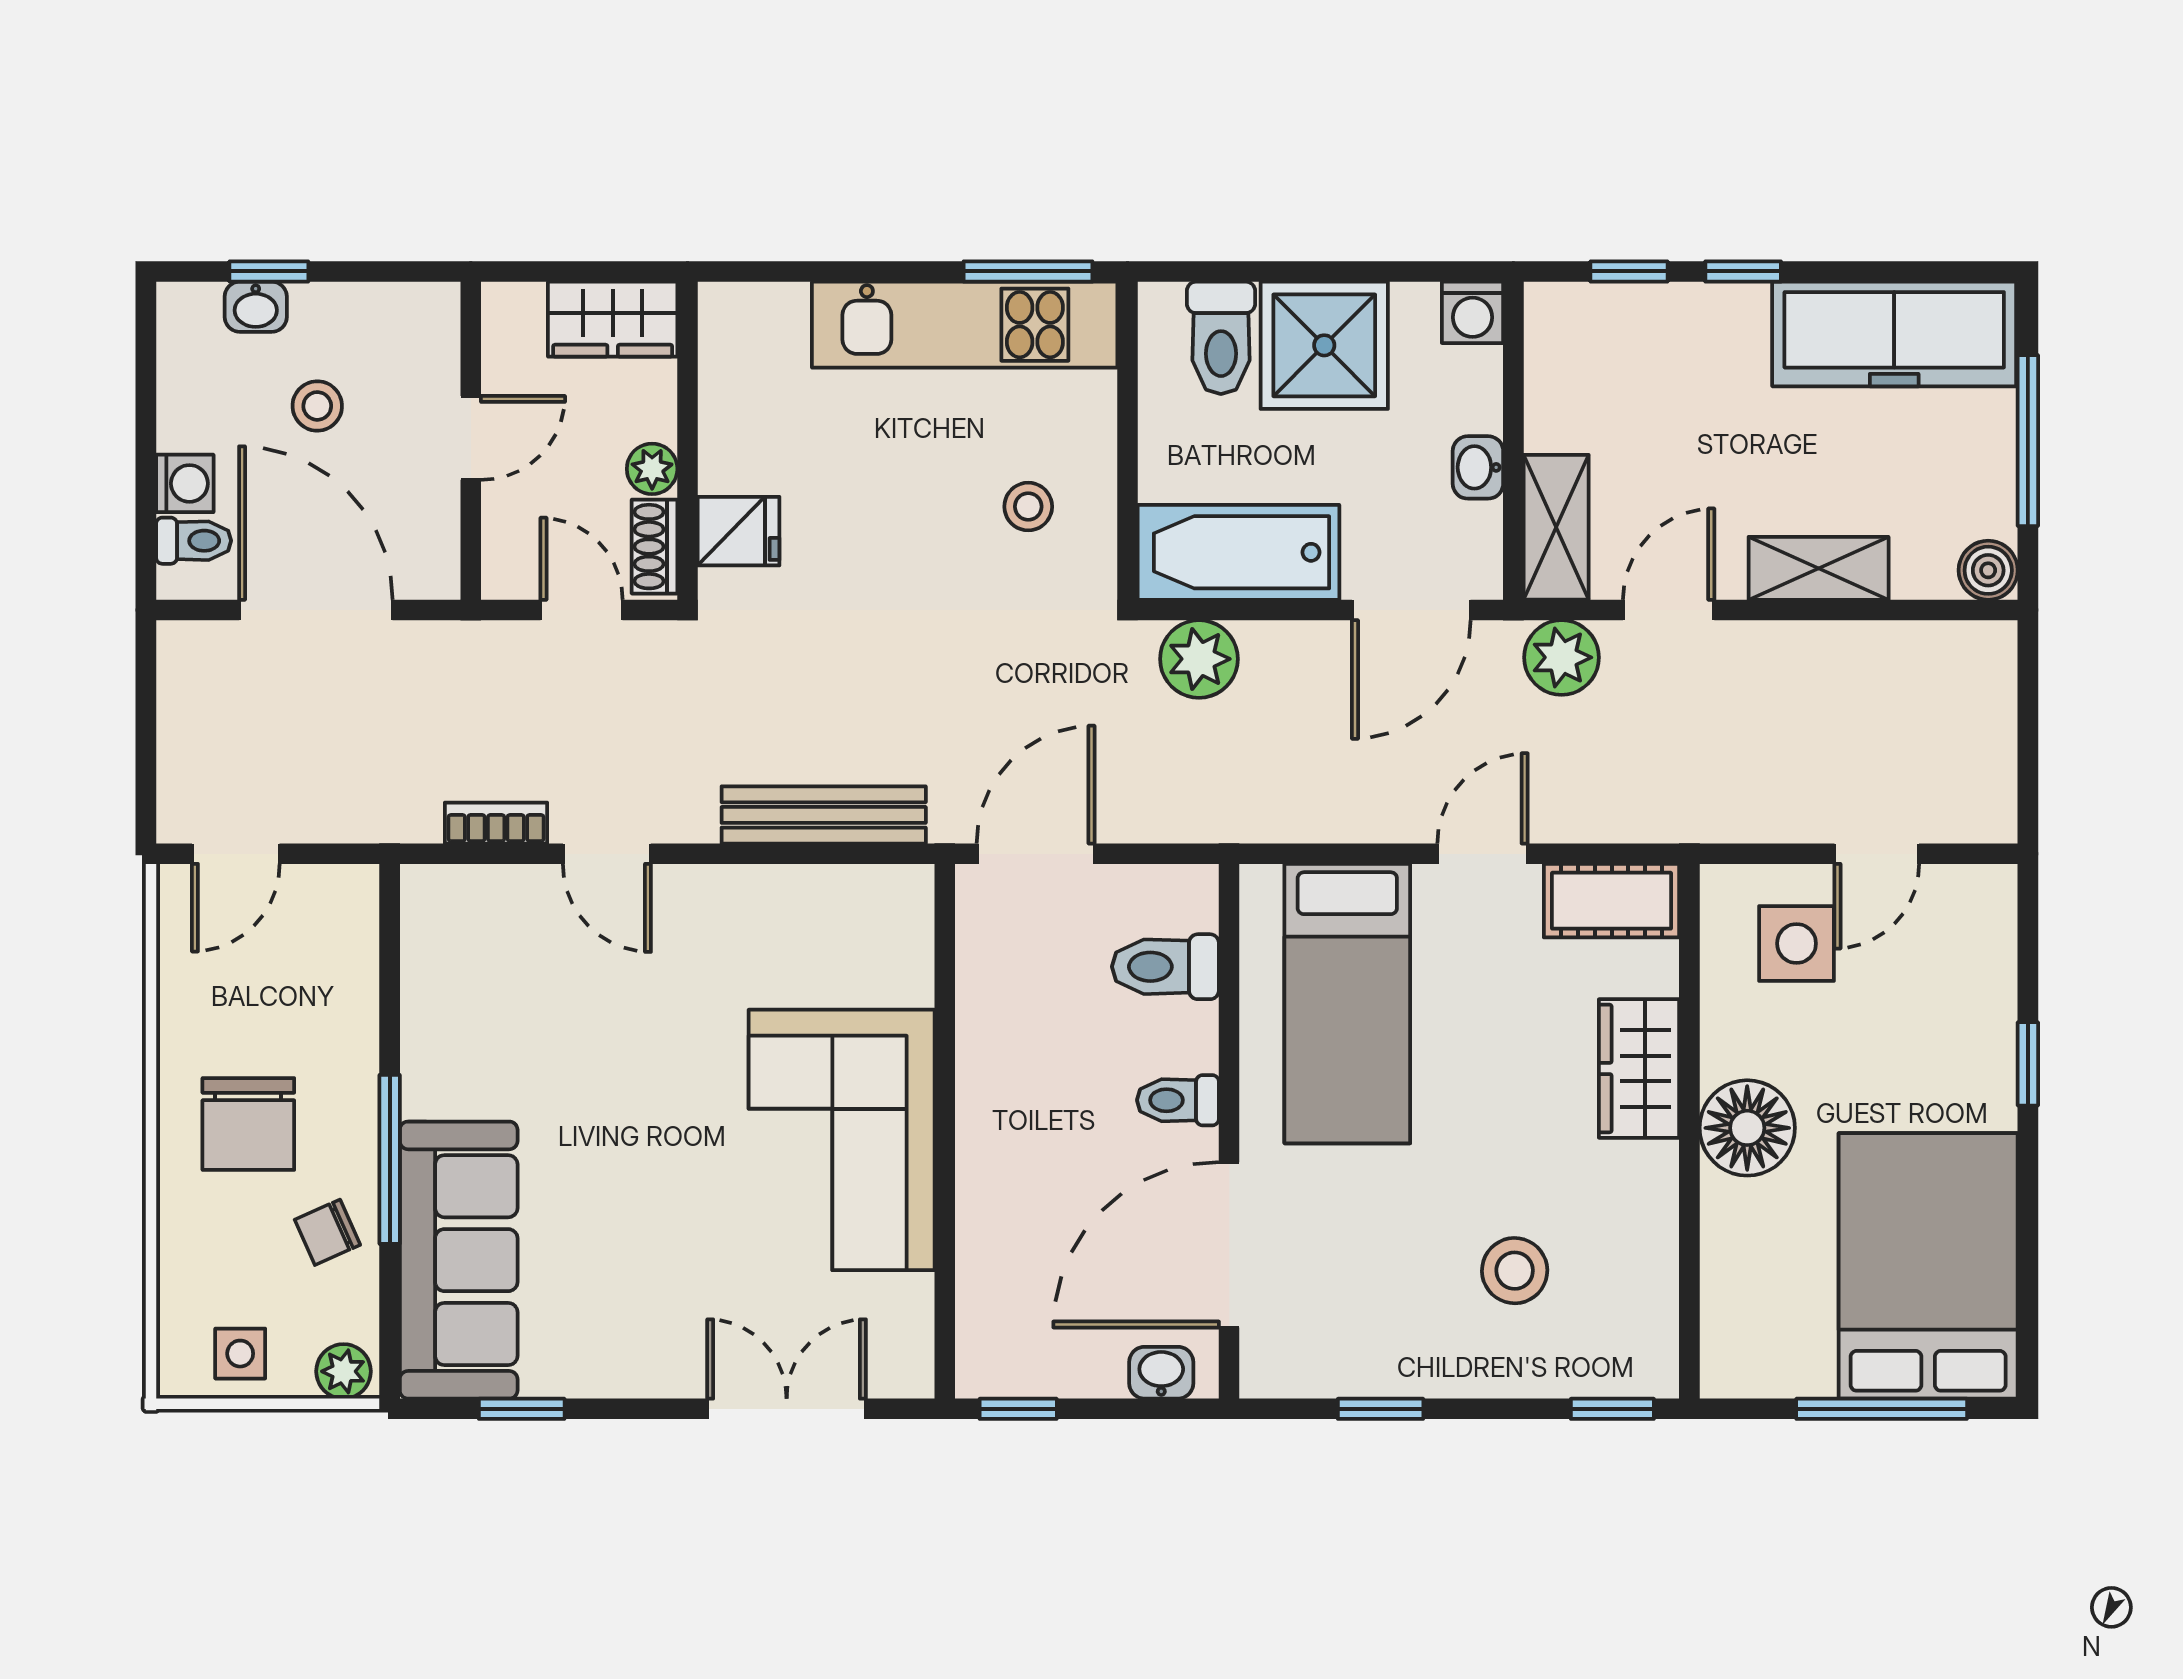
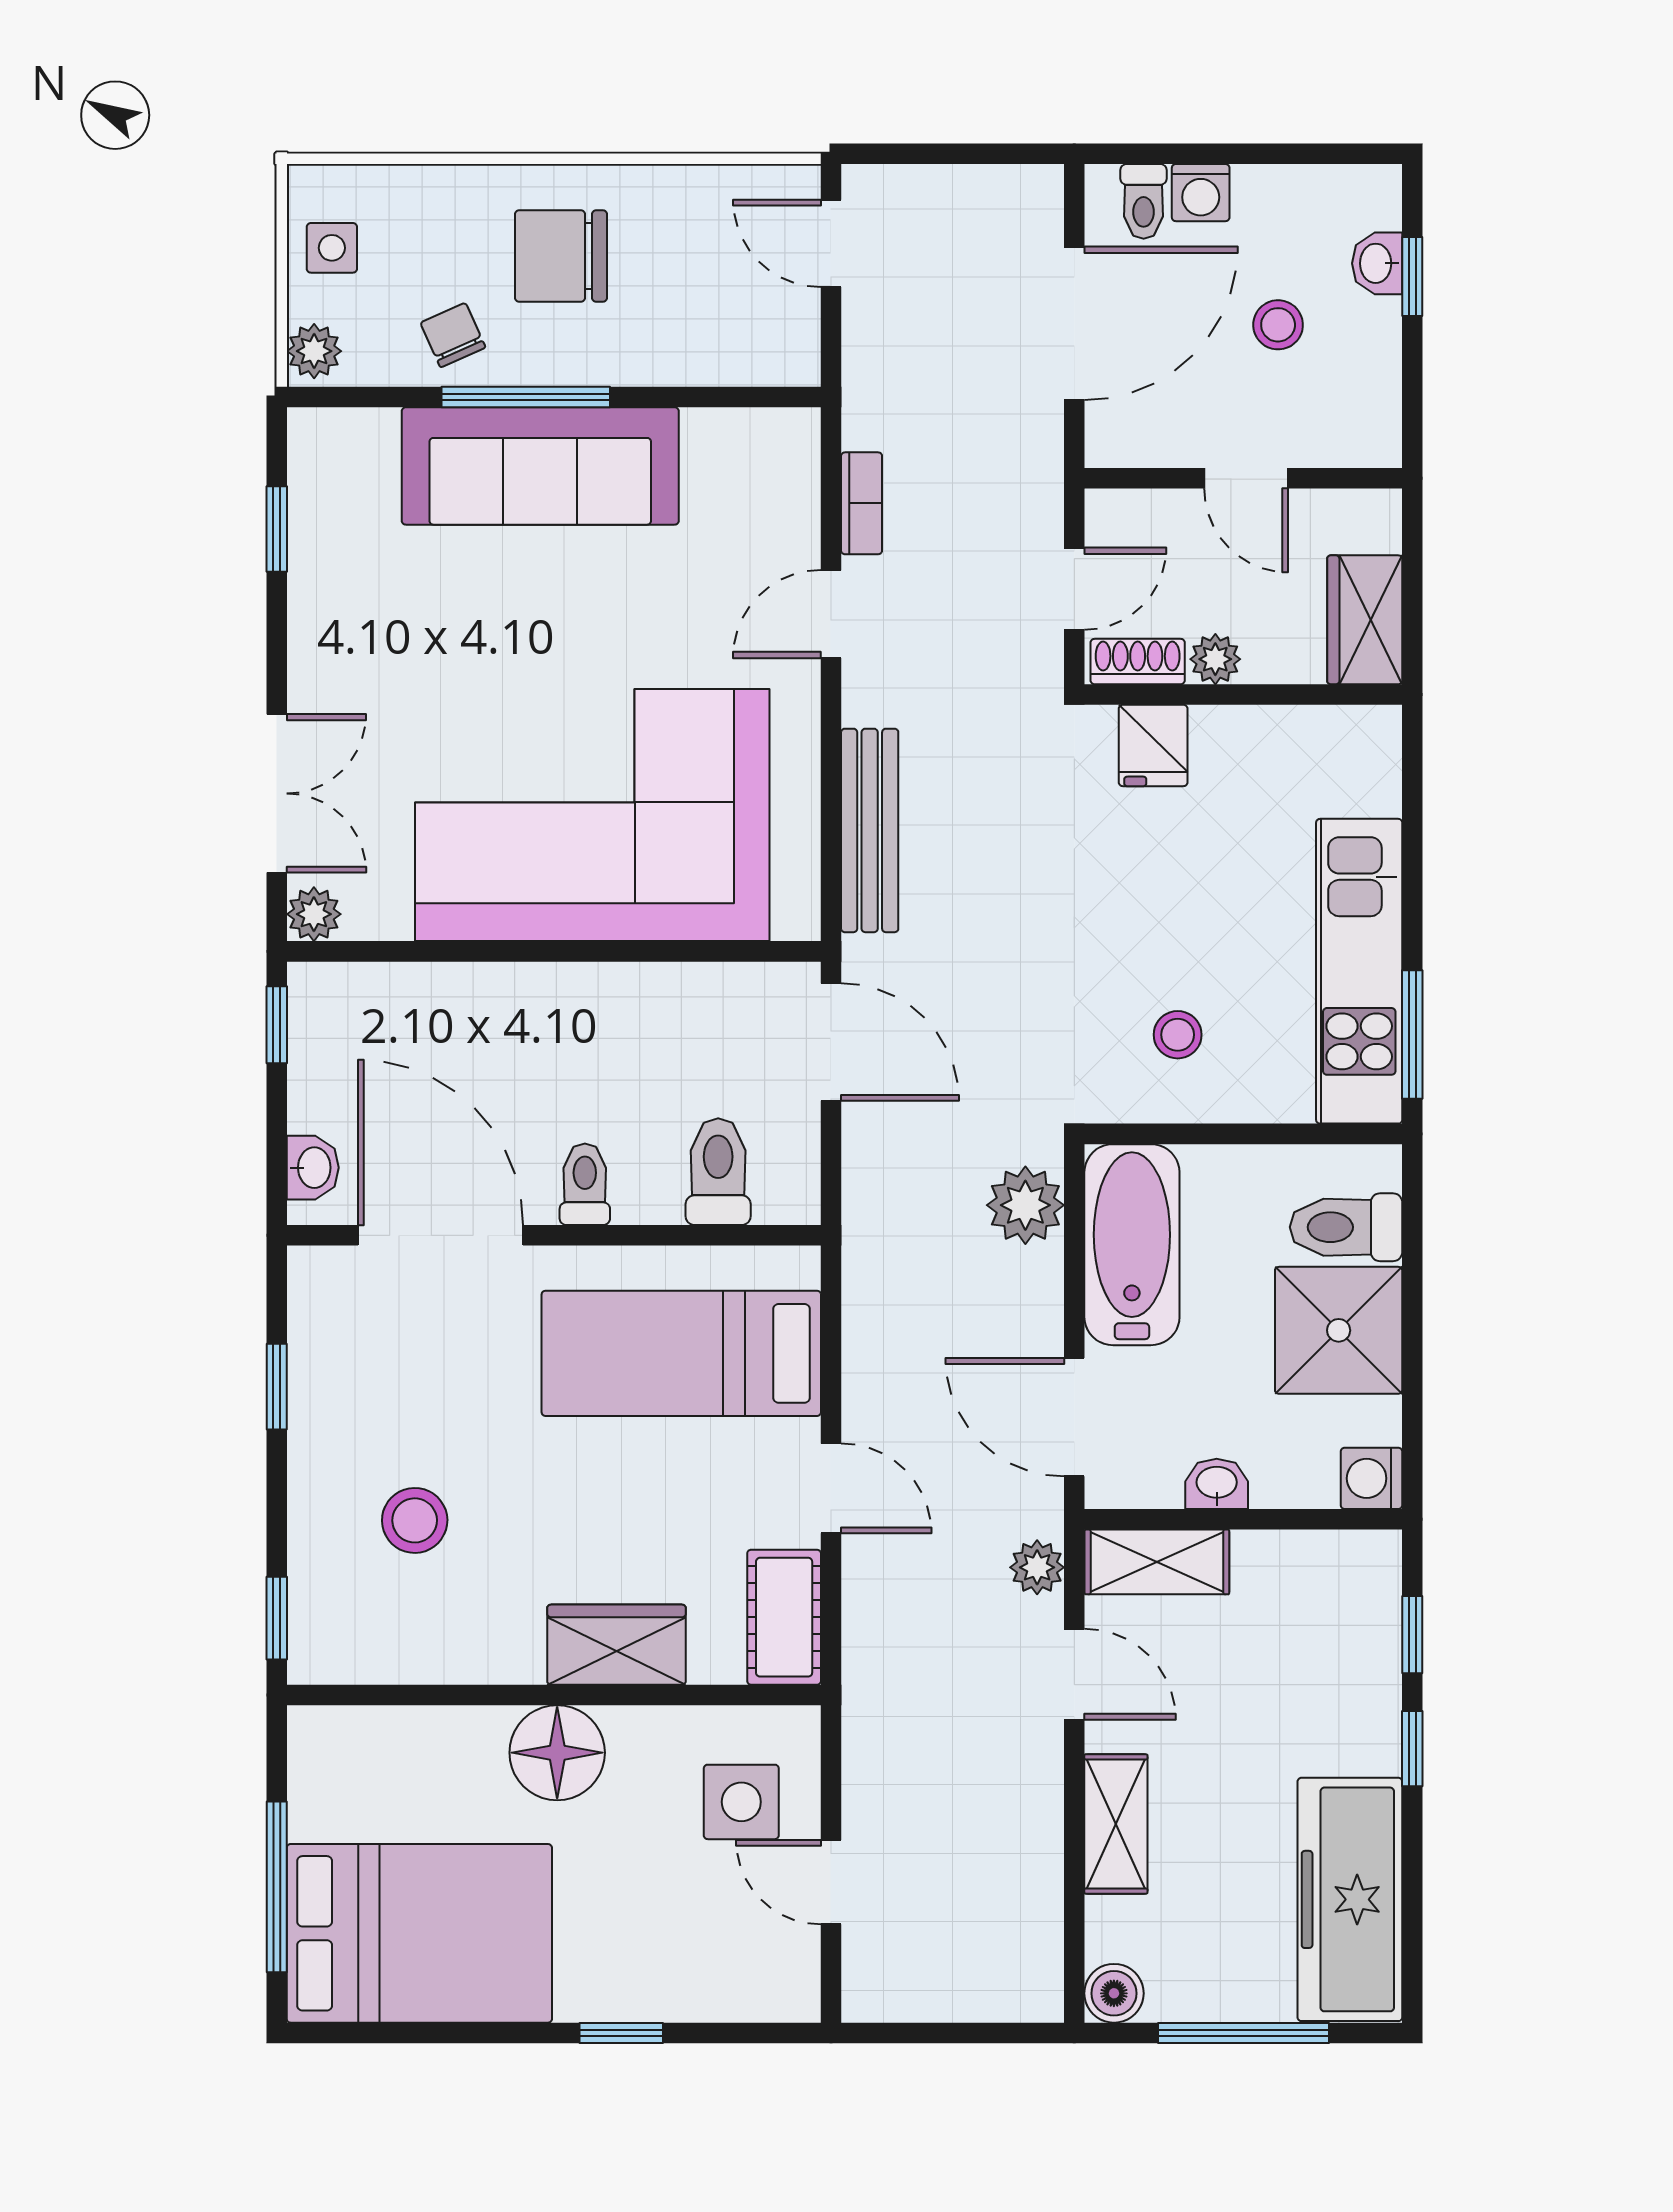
plant: (1562, 657) -> (1037, 1567), width x0.73, depth x0.73
corner sofa: (842, 1140) -> (592, 815), width x1.36, depth x1.36
sofa: (459, 1260) -> (540, 466), moved
plant: (907, 1372) -> (314, 914), added

